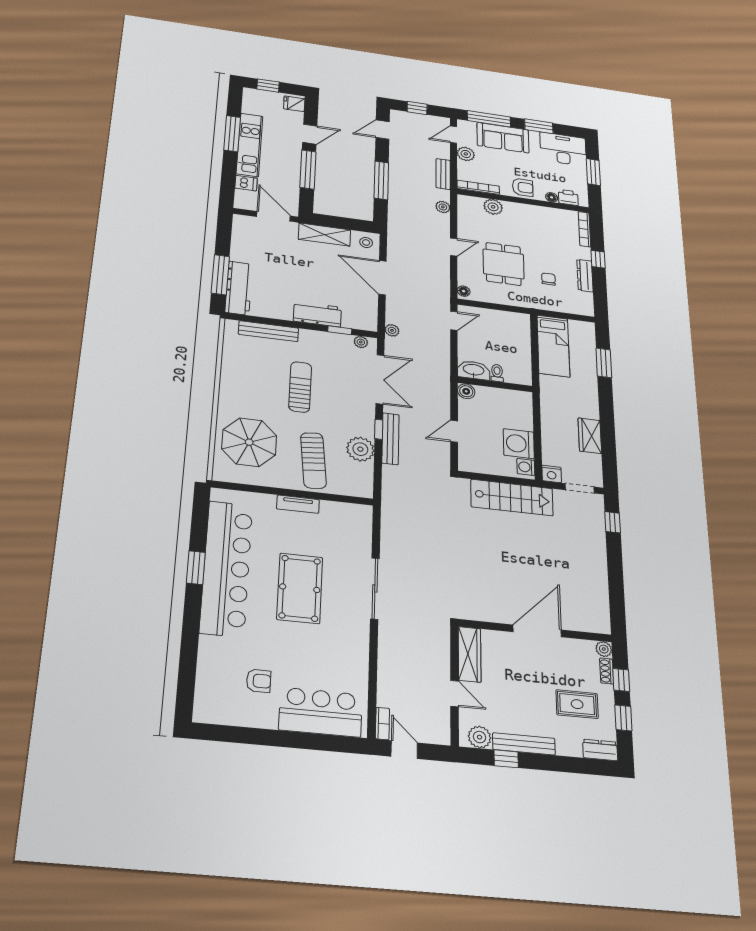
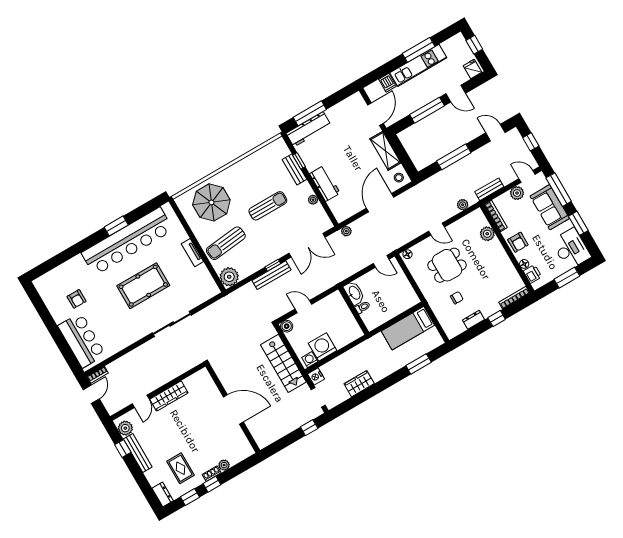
dresser: (585, 276) -> (473, 320), width x0.70
window: (340, 330) -> (299, 161), moved
bench: (268, 331) -> (294, 169), width x0.73
plant: (361, 342) -> (313, 200), moved
boiler: (466, 391) -> (287, 326), moved
plant: (360, 449) -> (229, 277), moved
wall: (535, 631) -> (233, 408), moved
door: (537, 631) -> (233, 409), moved

